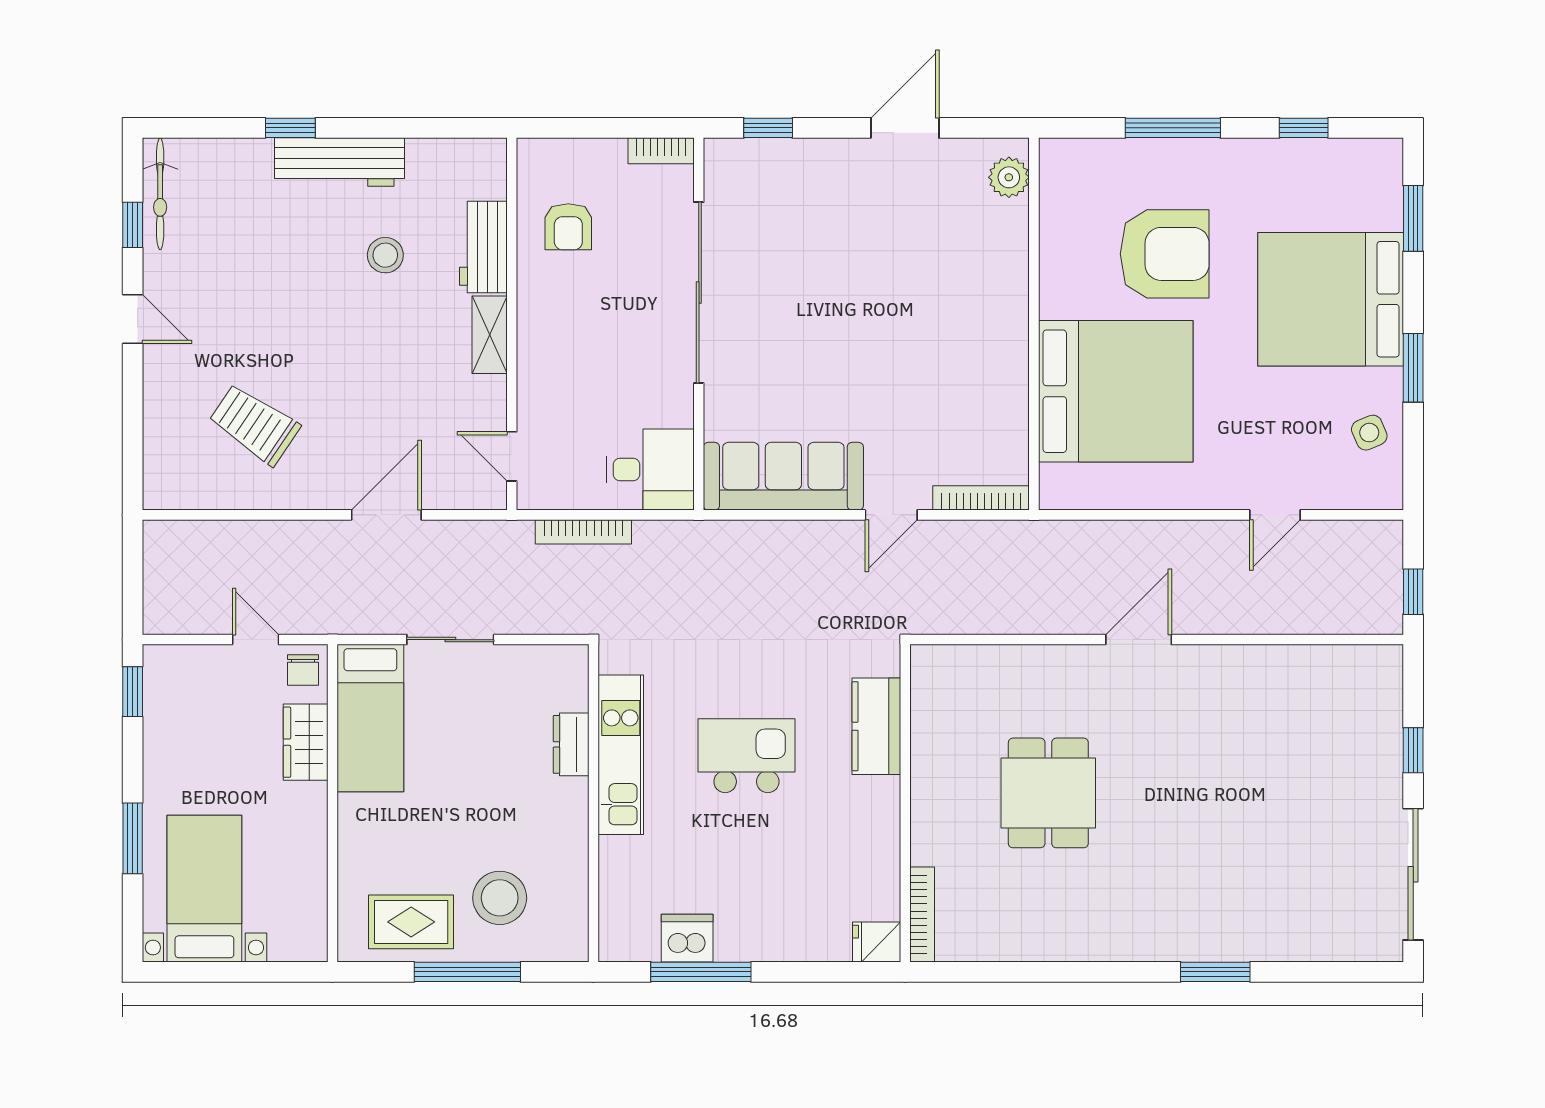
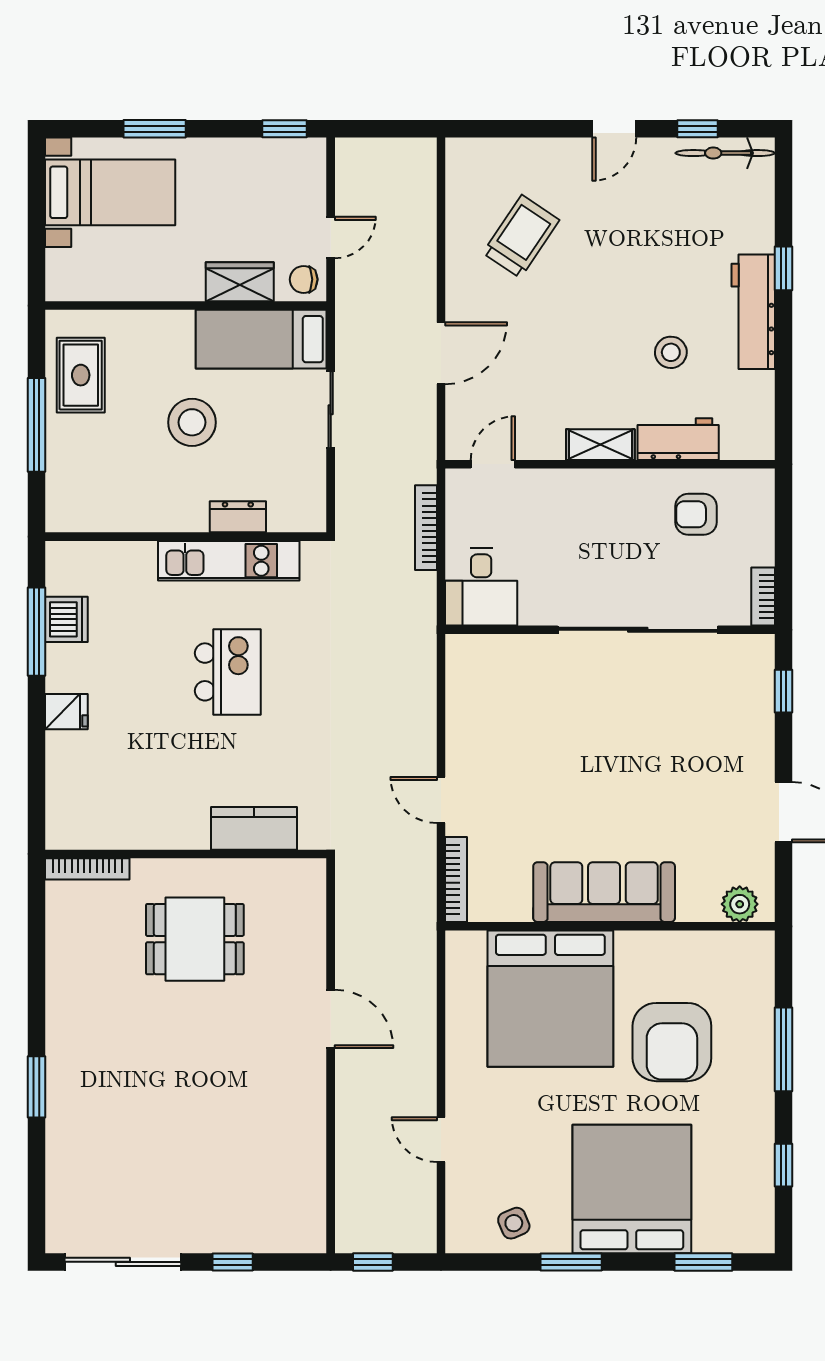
sofa: (783, 476) -> (604, 892), moved, turned -90
door: (386, 515) -> (441, 353), hinge flipped
kitchen counter: (876, 726) -> (254, 828), moved
wall: (905, 803) -> (186, 854), moved
stool: (500, 898) -> (192, 422), moved
bookcase: (922, 915) -> (87, 869), moved
fridge: (877, 942) -> (66, 712), moved, turned 90

